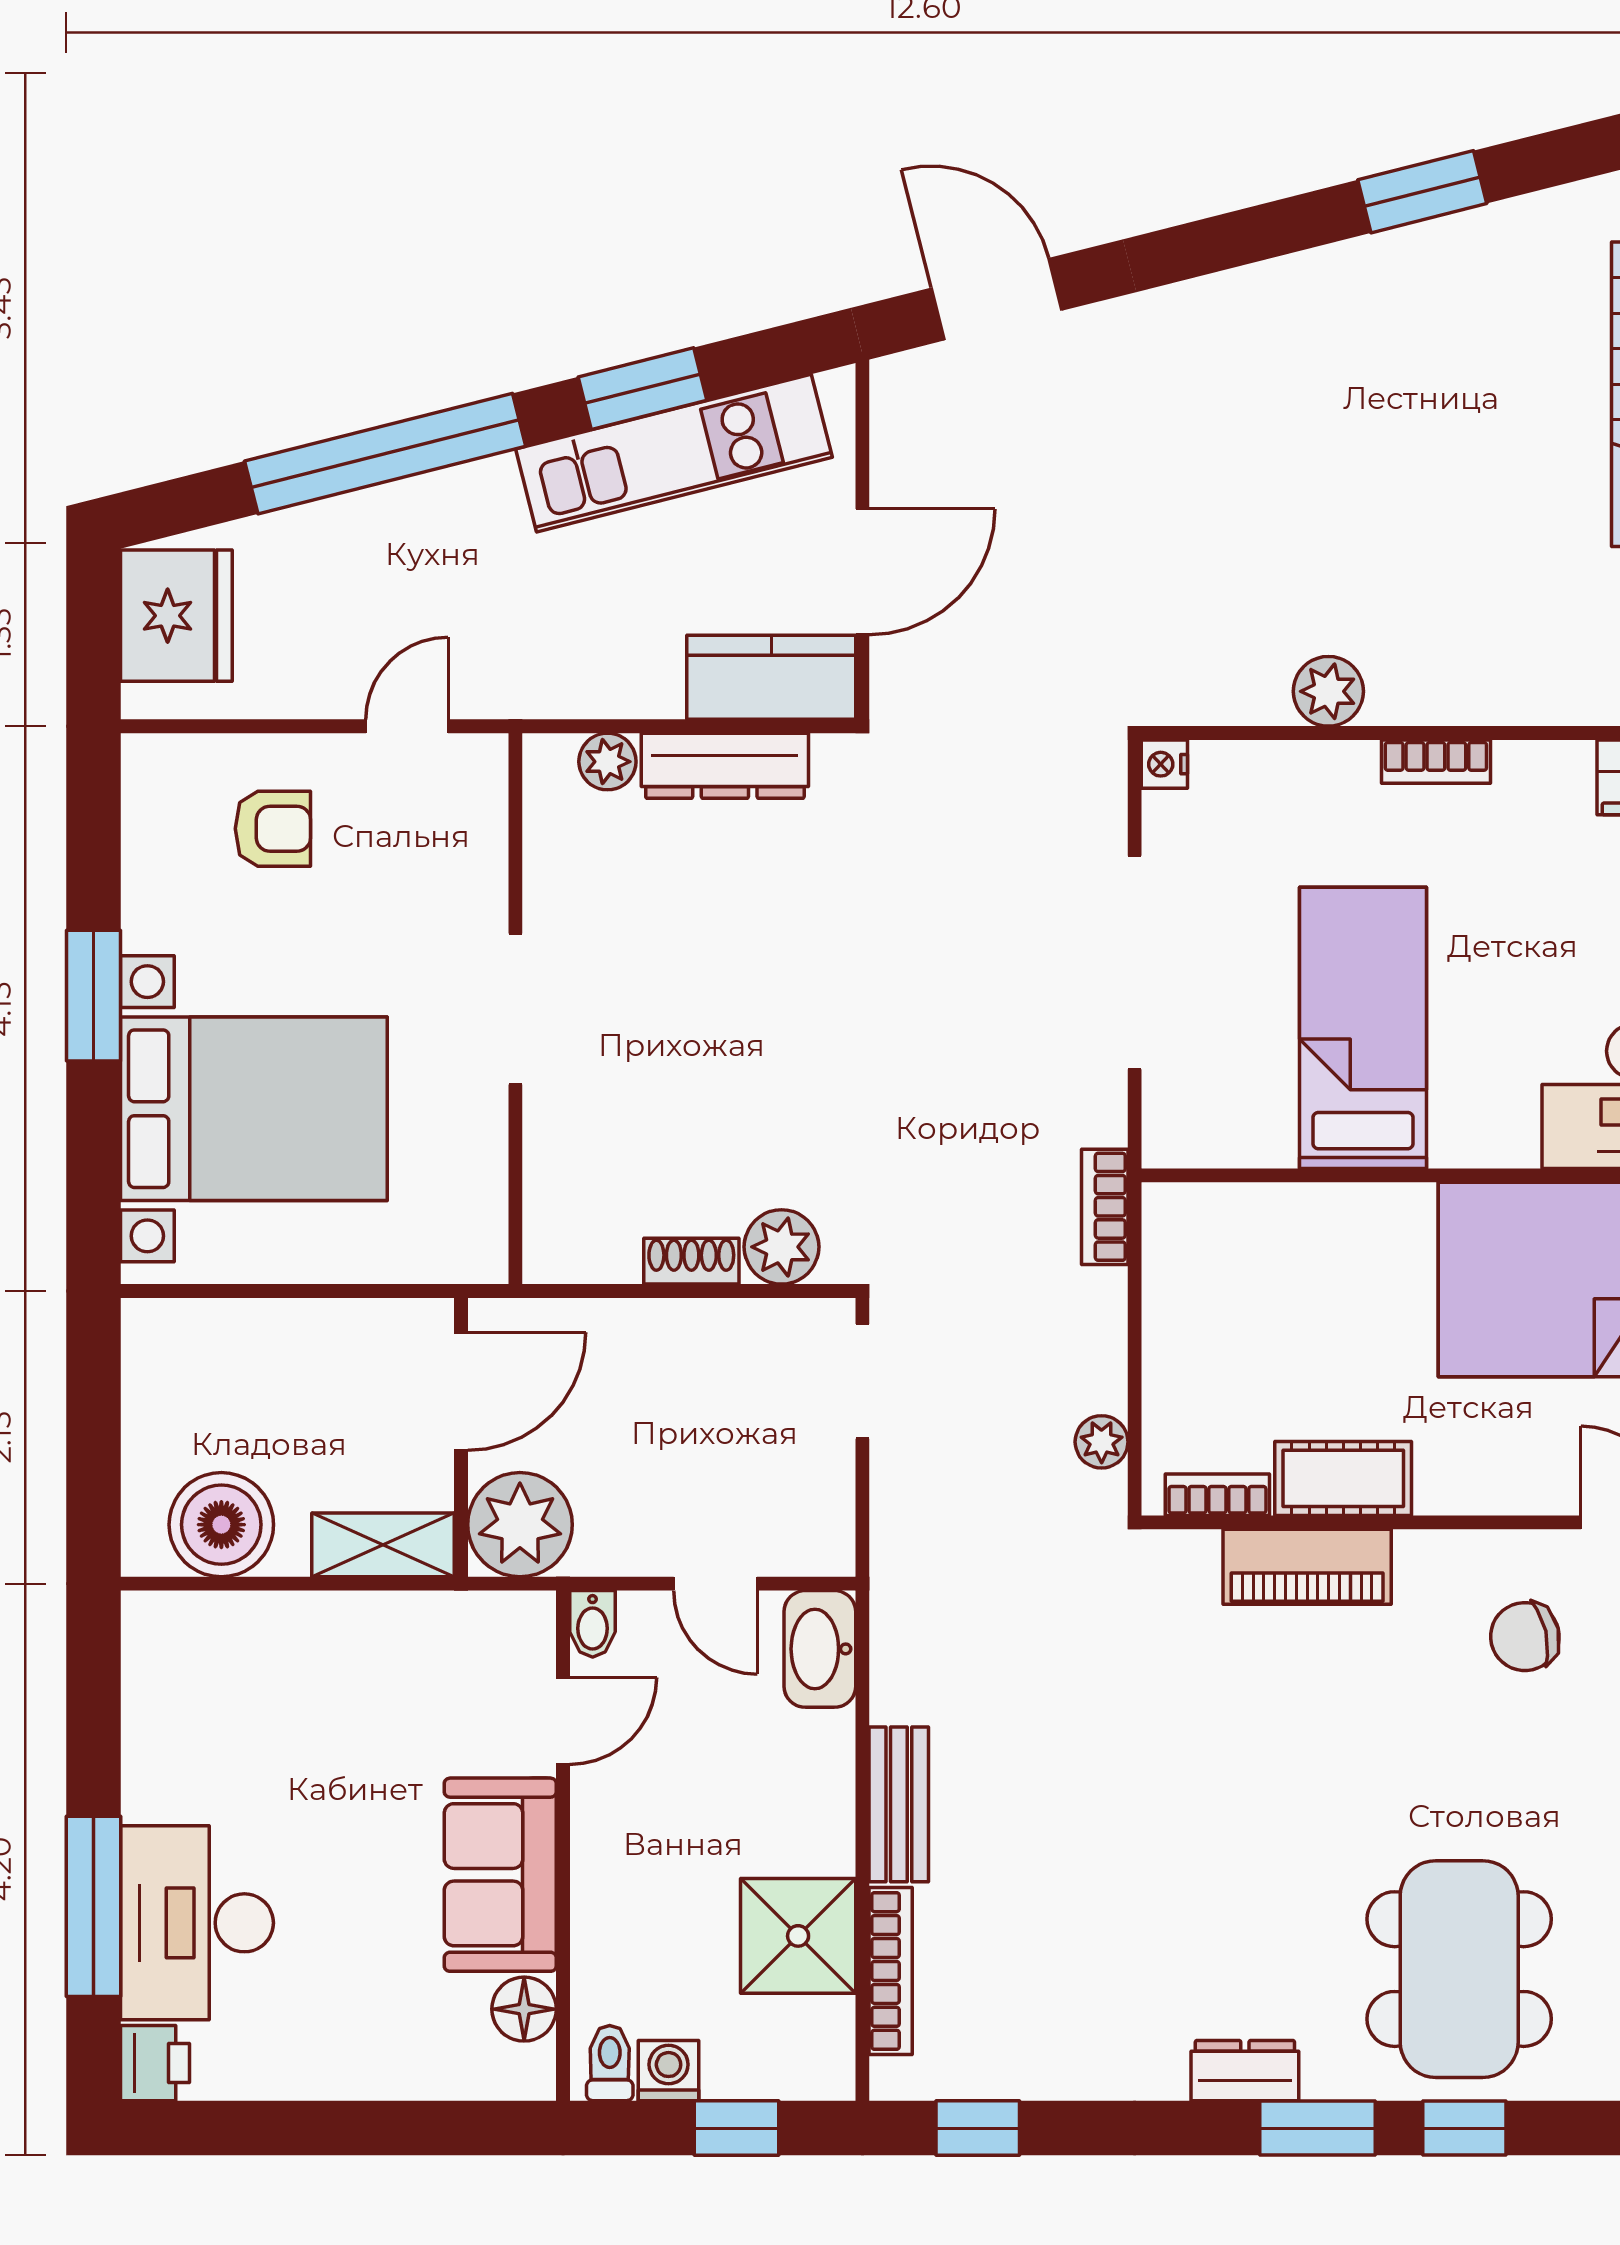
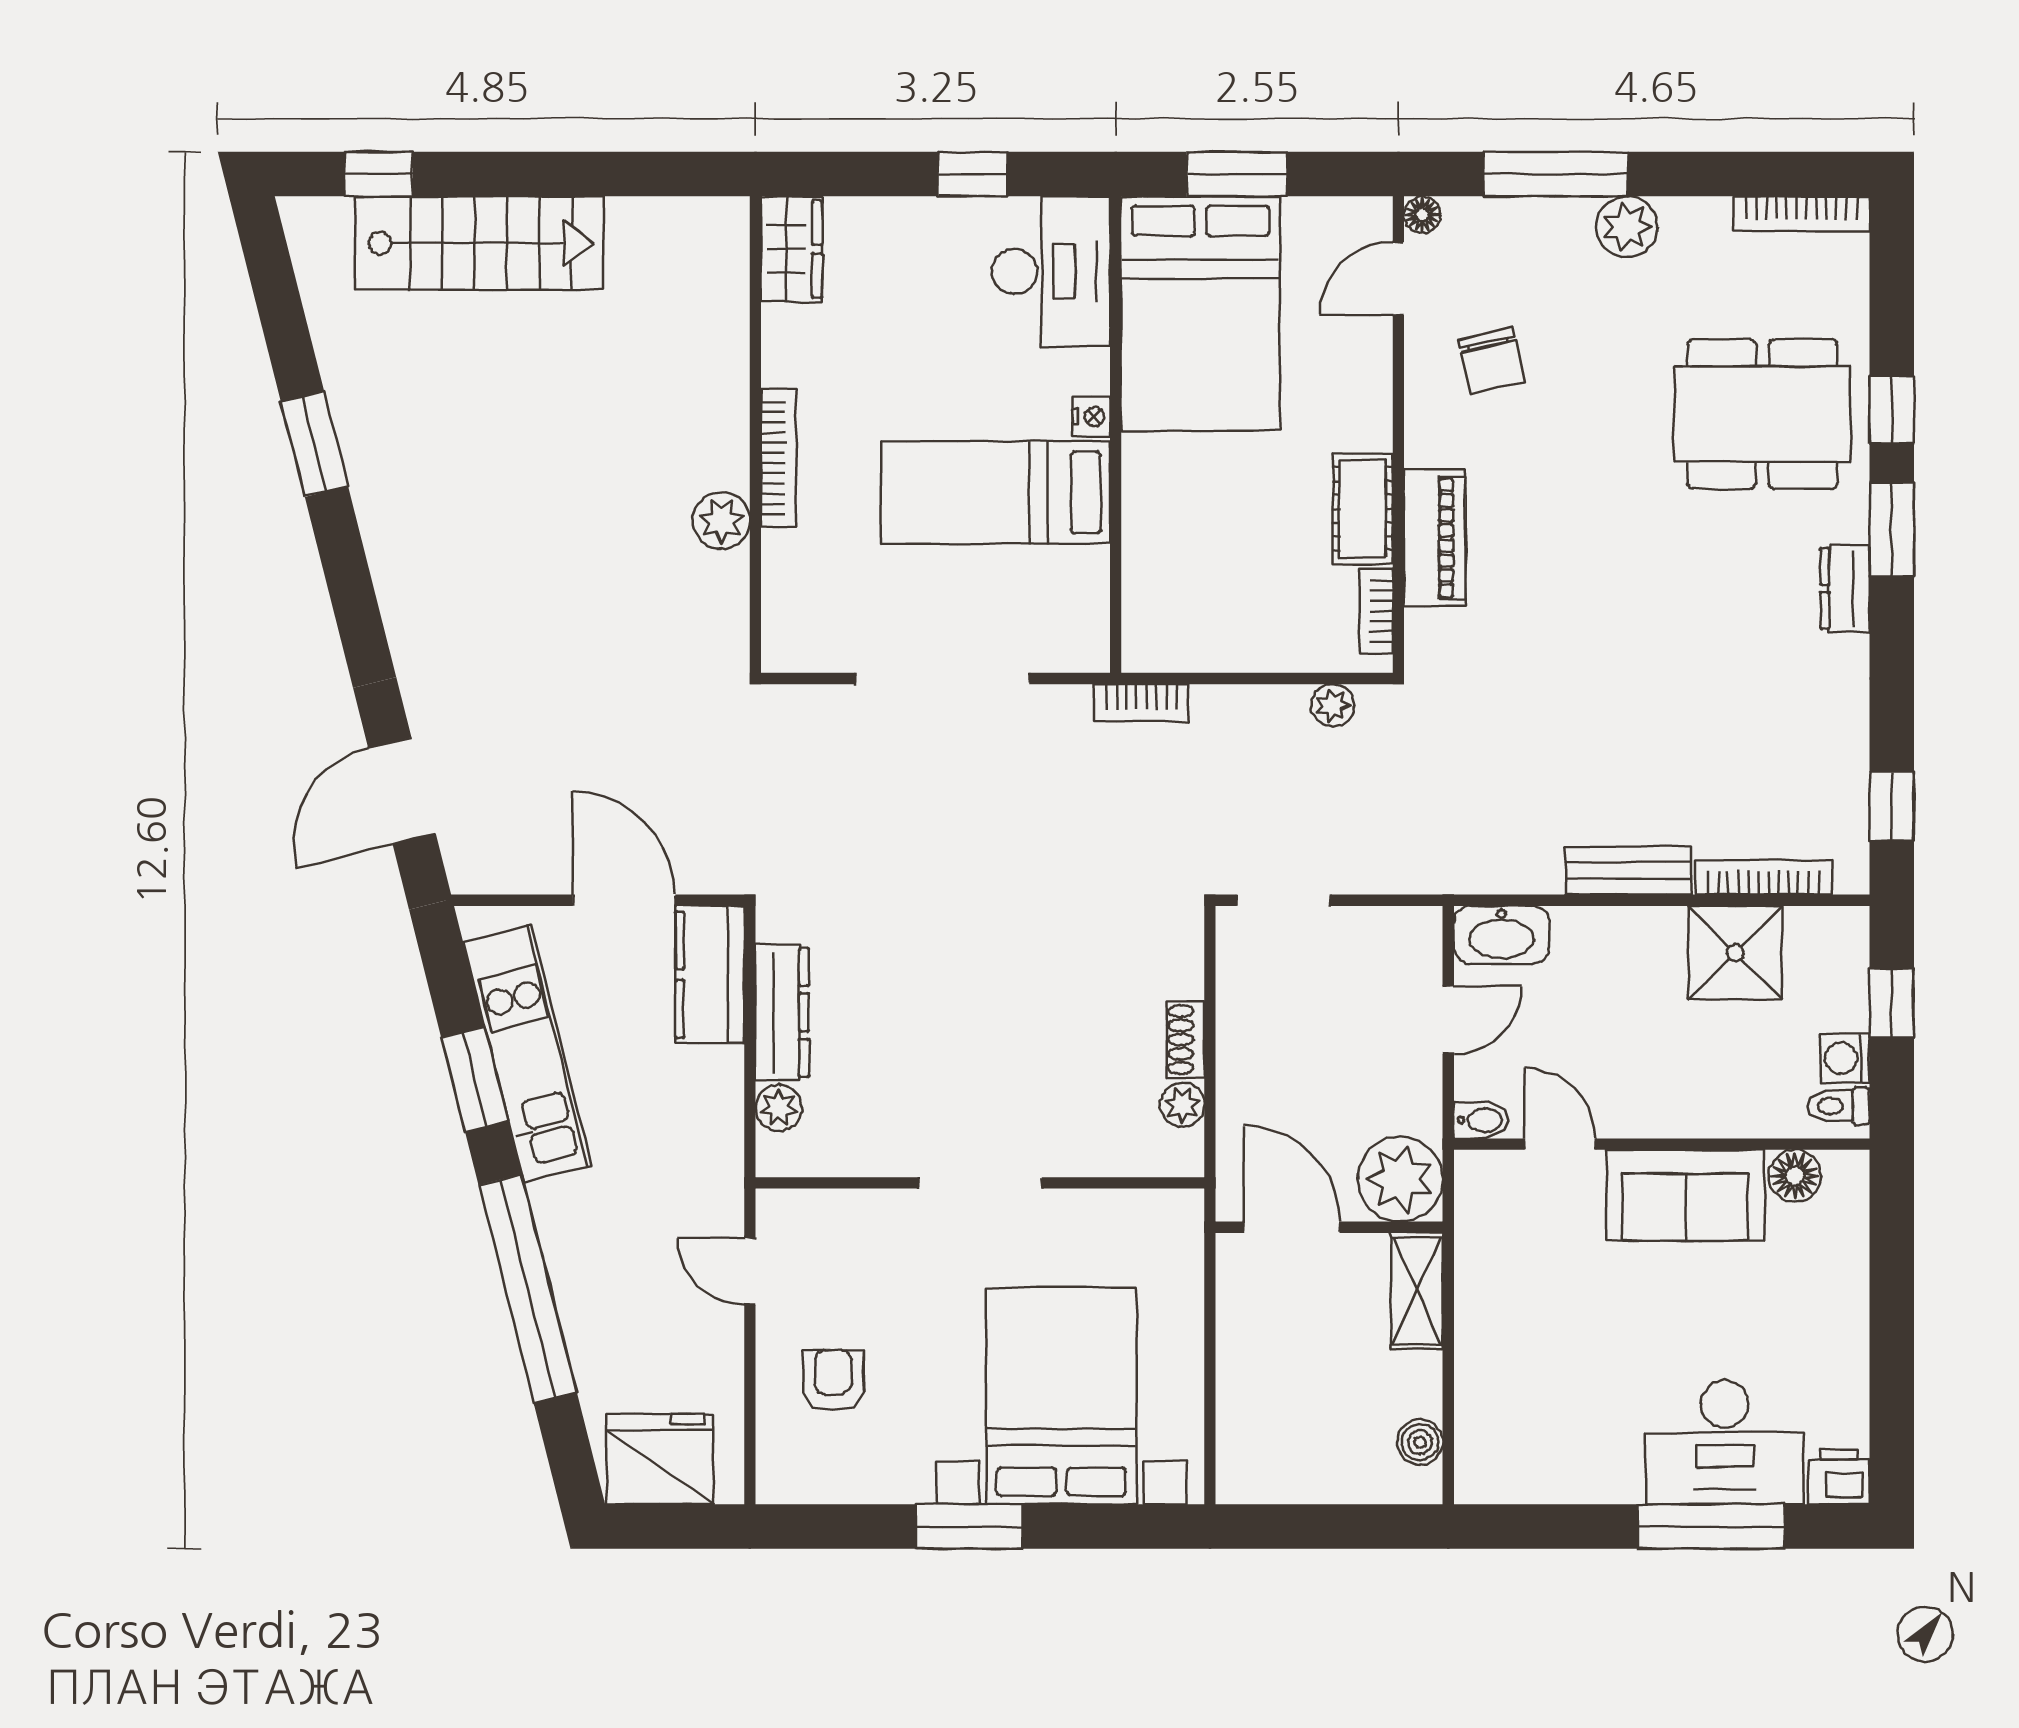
bookcase: (1436, 762) -> (779, 458), width x1.56
nightstand: (1164, 764) -> (1091, 417), moved, turned -90
plant: (781, 1247) -> (1182, 1105), moved, width x0.73, depth x0.73
boiler: (221, 1525) -> (1420, 1442), width x0.54, depth x0.54

